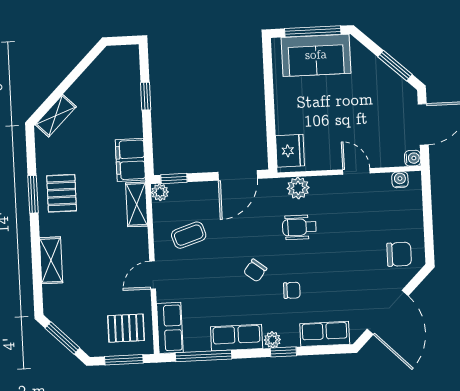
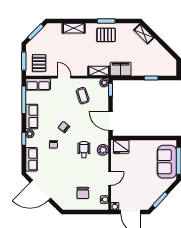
chair: (399, 254) -> (83, 193), moved

